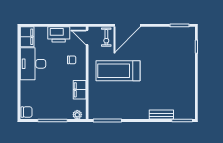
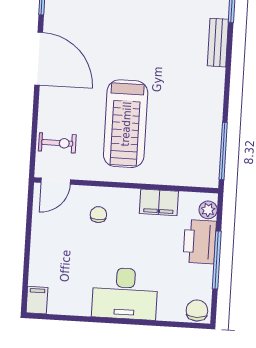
door: (127, 25) -> (39, 59), moved
printer: (59, 34) -> (200, 242), moved, turned 180
filing cabinet: (27, 37) -> (37, 300), width x0.50
desk: (33, 64) -> (125, 294), moved

